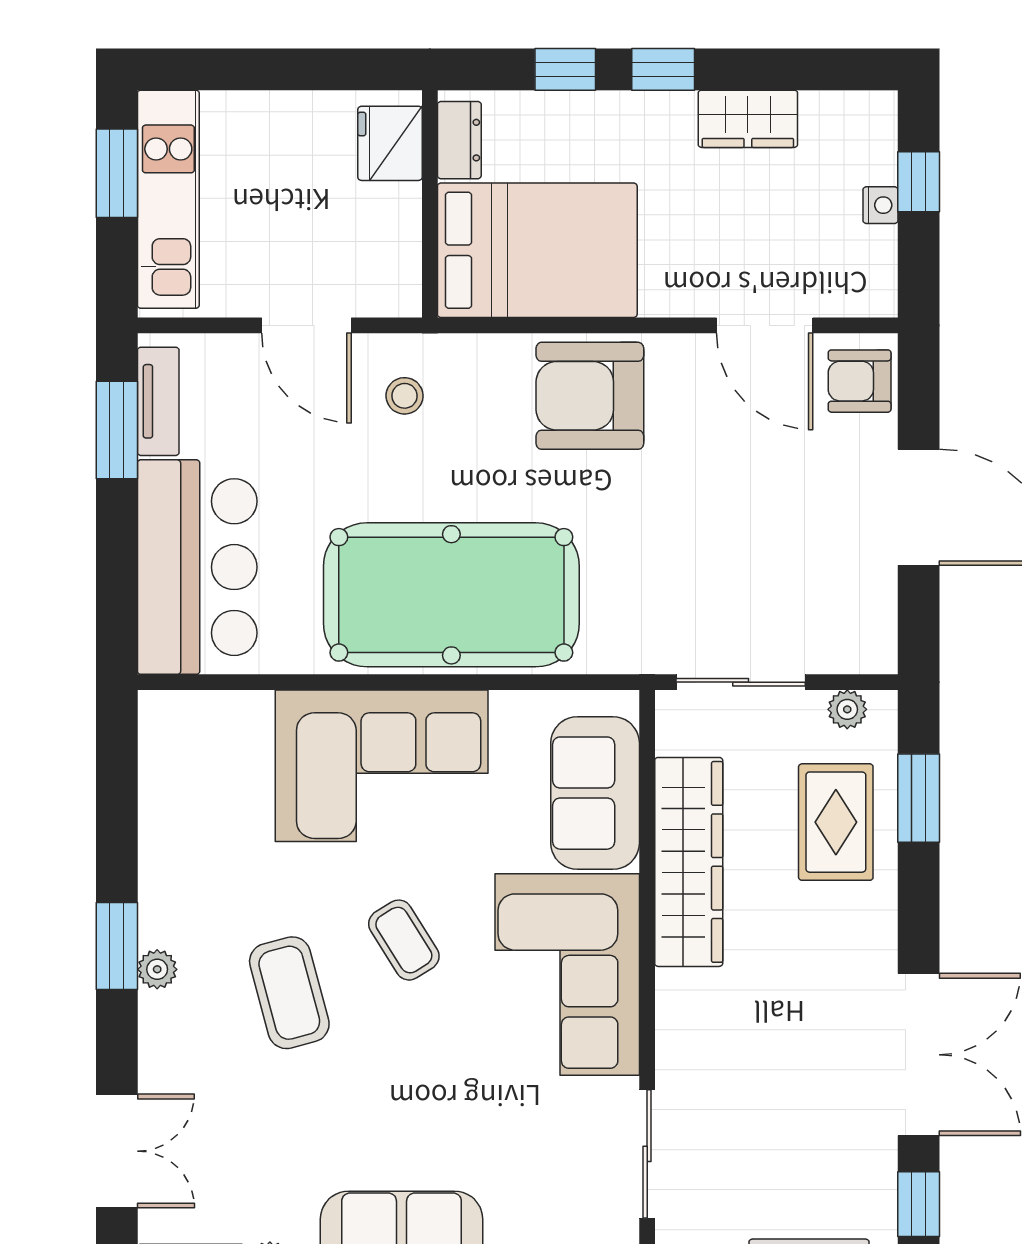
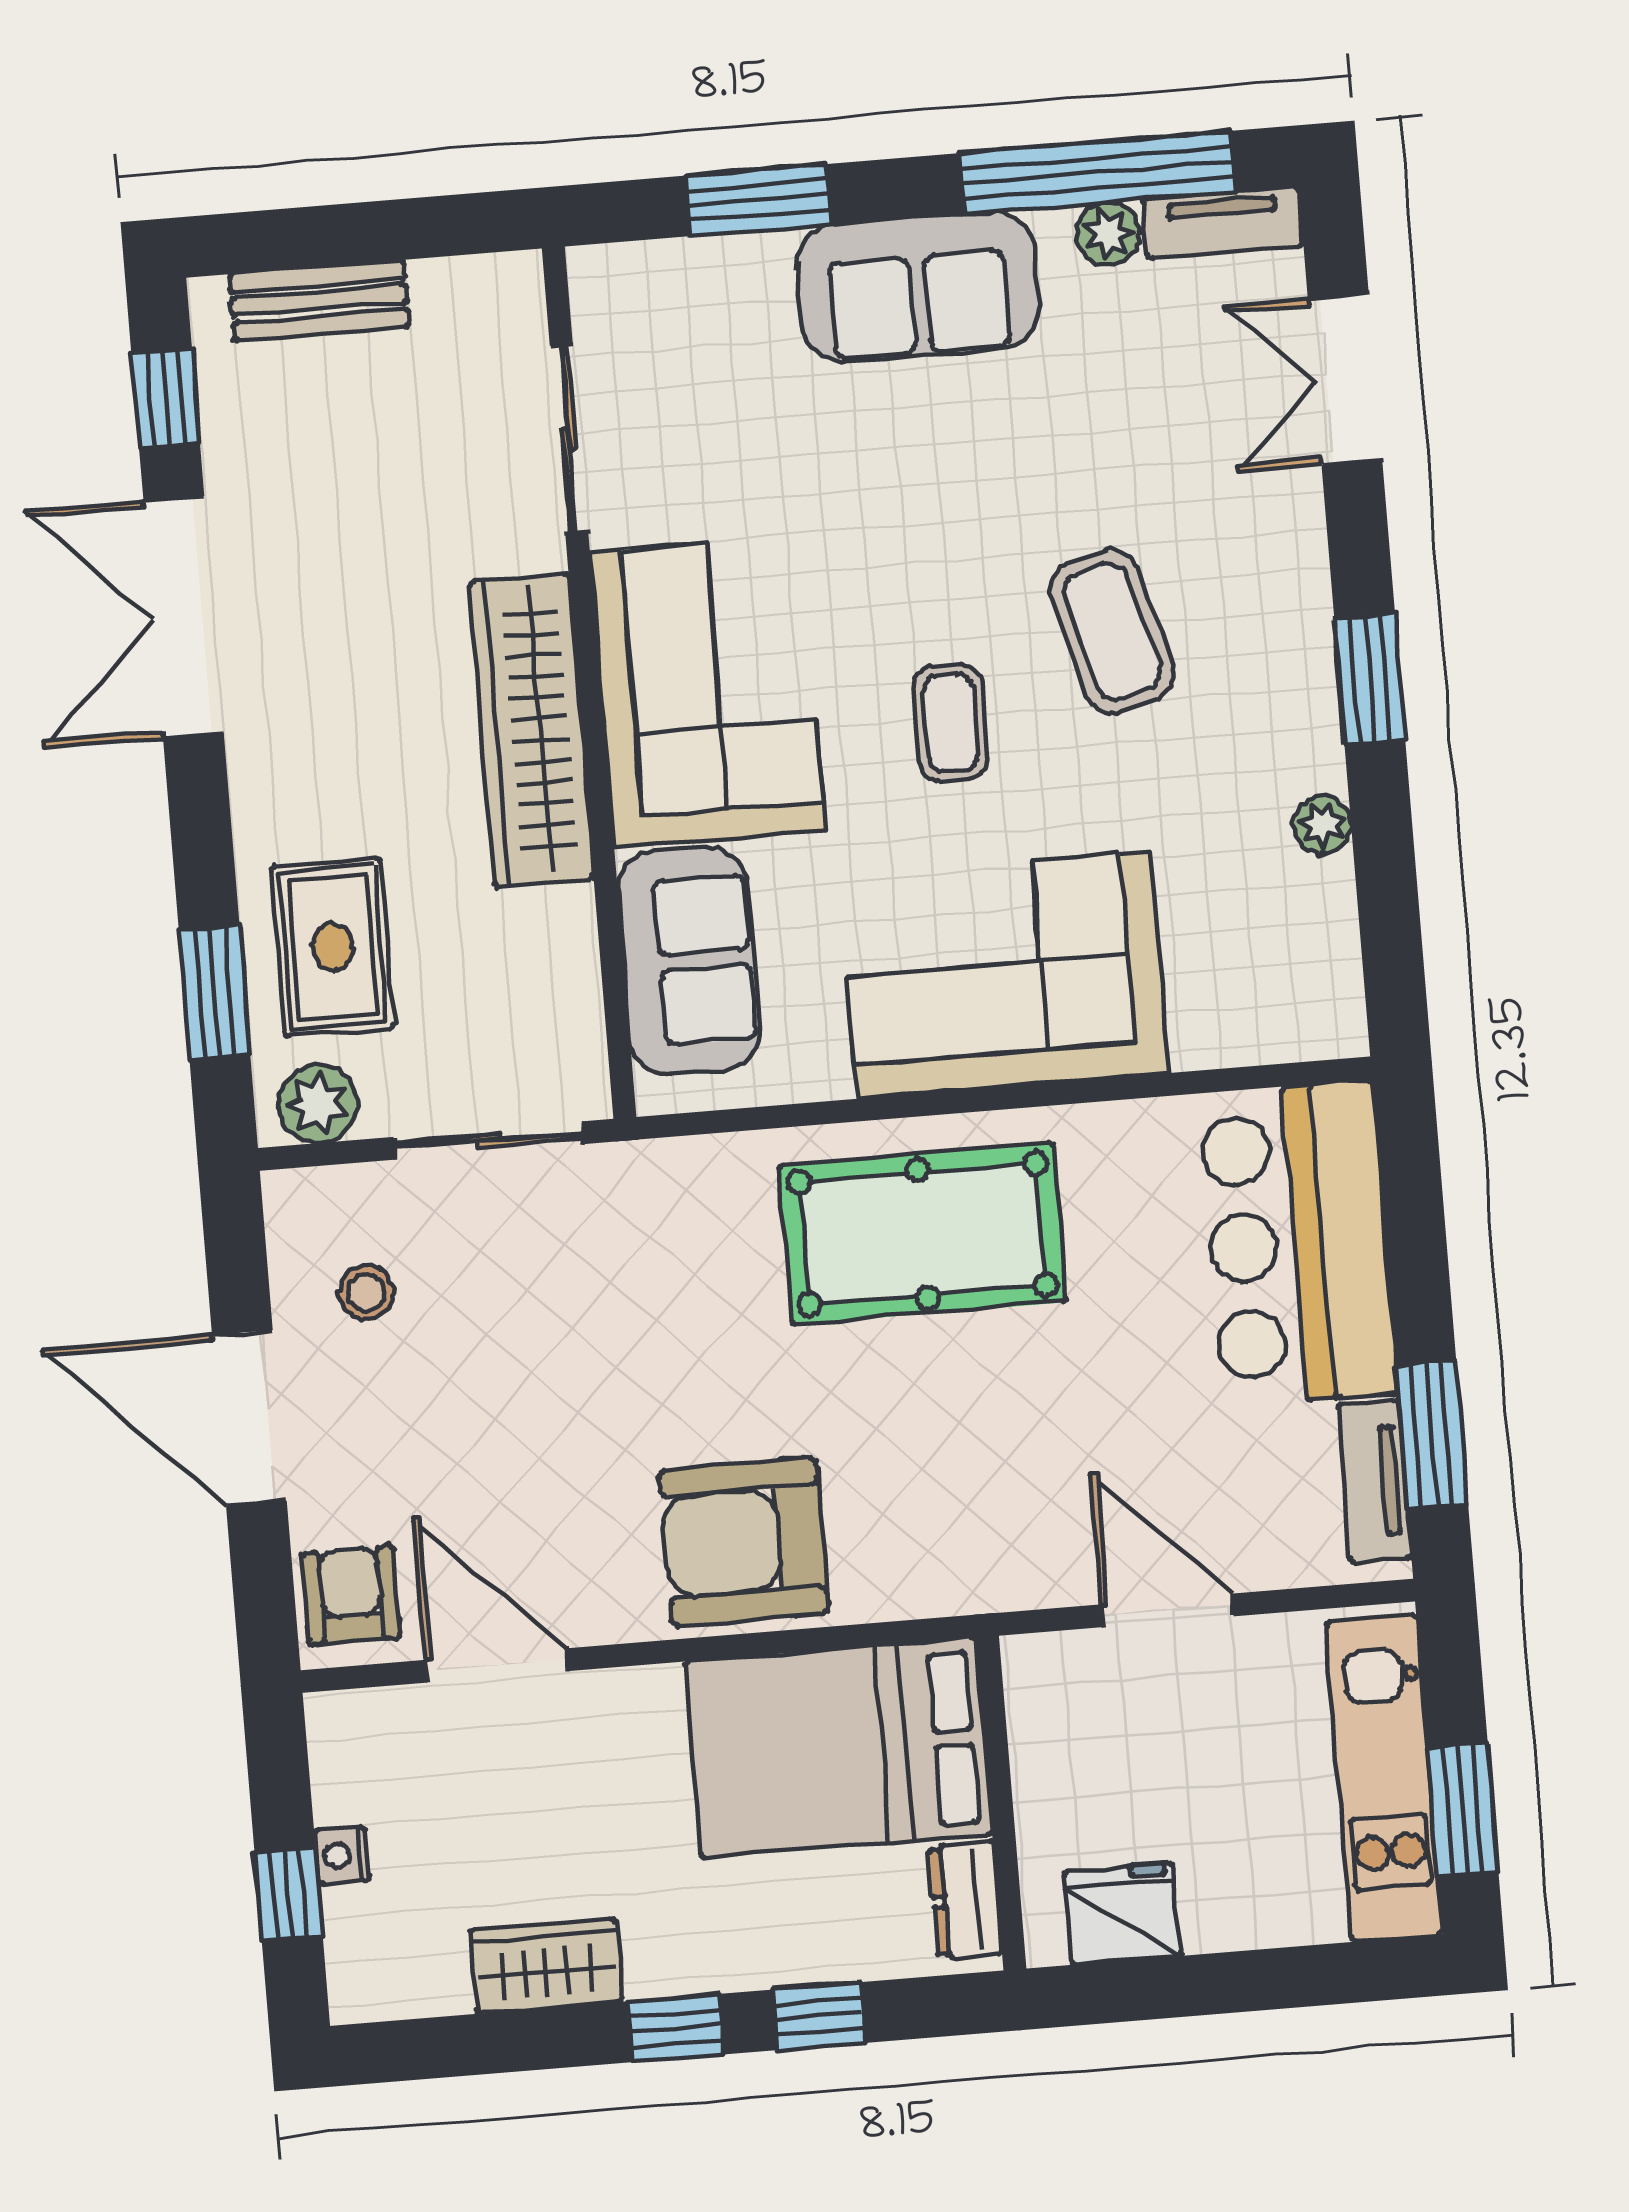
fridge: (390, 143) -> (1122, 1914), moved, turned -90
armchair: (860, 381) -> (351, 1595), turned -90
stool: (405, 396) -> (366, 1292), moved
armchair: (590, 396) -> (744, 1541), turned 180
pool table: (451, 595) -> (923, 1234), width x0.73, depth x0.76
plant: (847, 709) -> (318, 1104), width x1.38, depth x1.38
wardrobe: (689, 862) -> (532, 730), moved
coffee table: (404, 940) -> (951, 723), turned 32
plant: (157, 969) -> (1322, 824), moved

